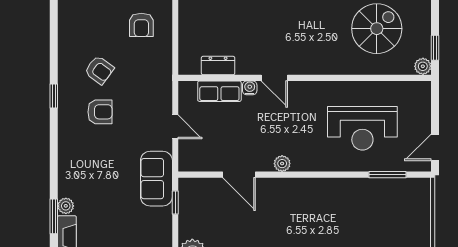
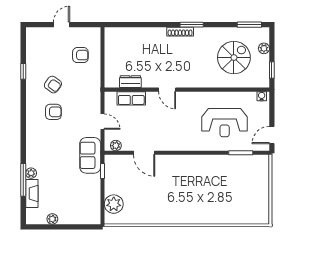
armchair: (141, 25) -> (80, 55), turned -90
plant: (423, 66) -> (264, 48), moved
water cooler: (250, 88) -> (262, 96), moved
window: (54, 96) -> (23, 71), moved
plant: (282, 164) -> (116, 146), moved
window: (54, 216) -> (23, 180), width x1.44

